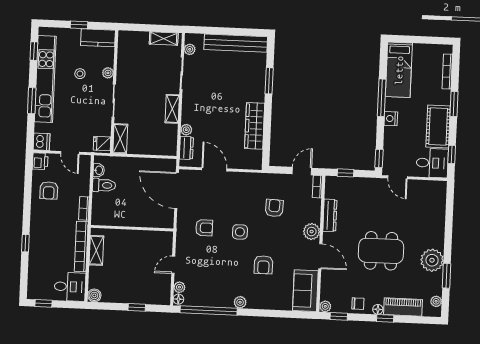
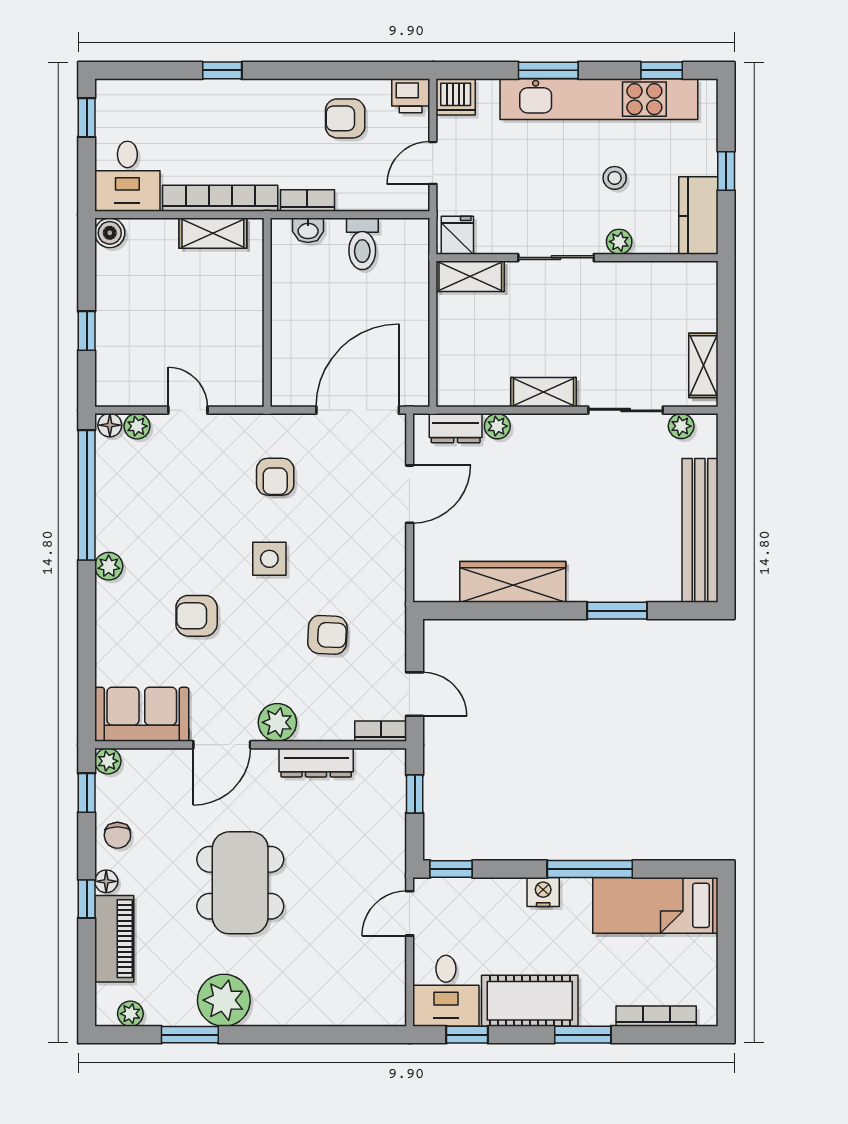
washbasin: (99, 170) -> (308, 230), moved

